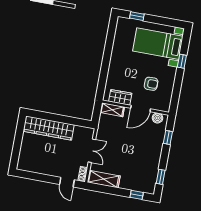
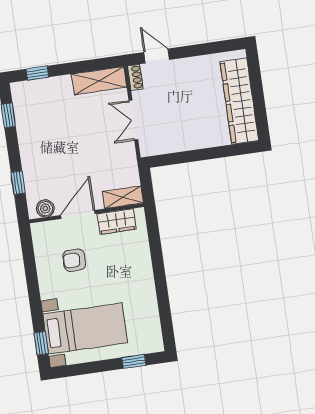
window: (182, 61) -> (41, 343), moved
wardrobe: (49, 128) -> (239, 101), moved, turned -90

